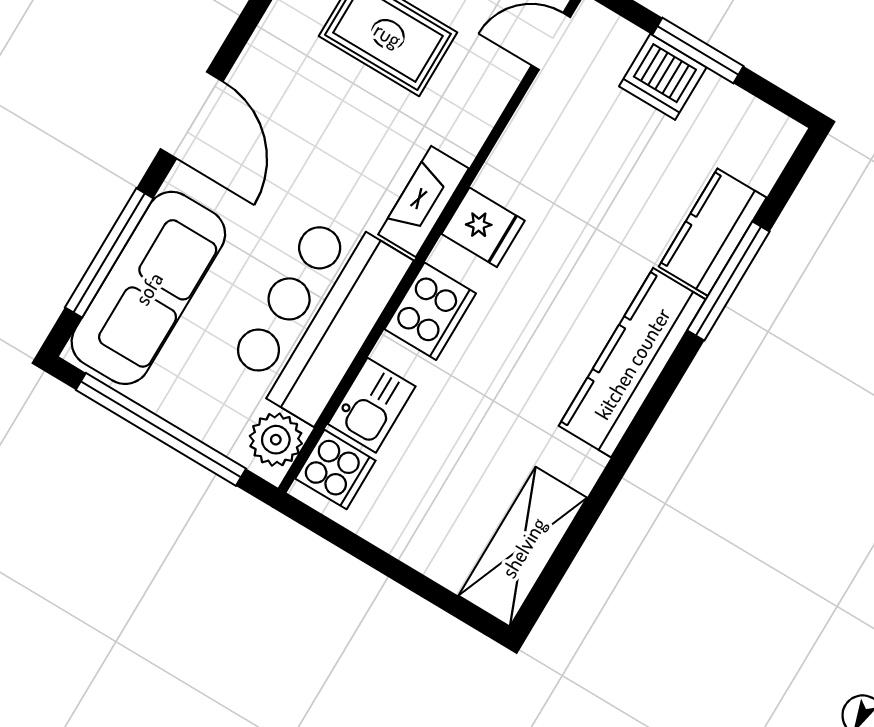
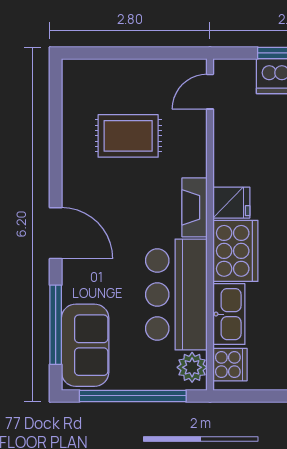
sofa: (148, 288) -> (85, 345), width x0.73
cooker: (430, 311) -> (235, 251), width x1.37, depth x1.31
kitchen sink: (372, 405) -> (229, 314), width x1.38

